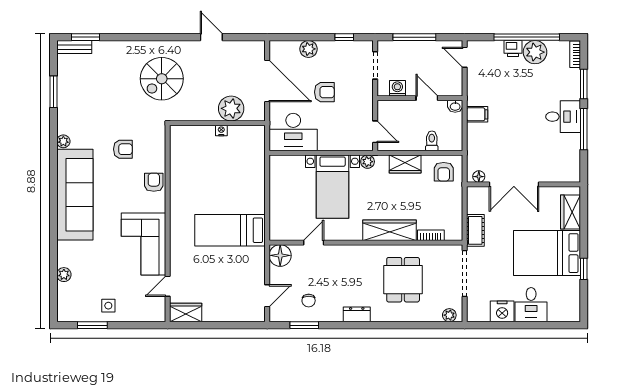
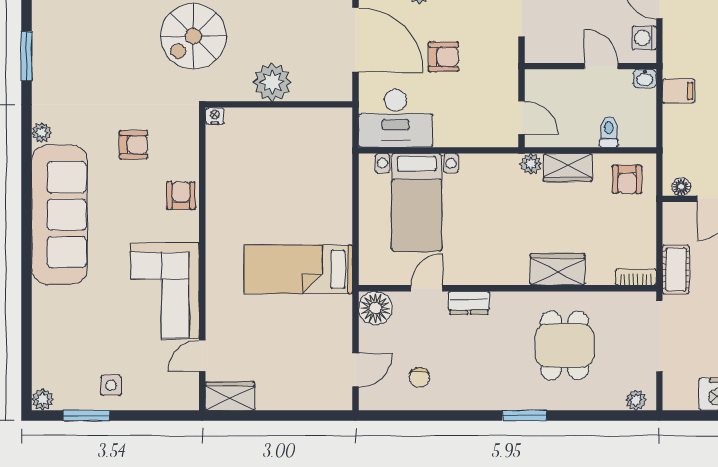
washing machine: (397, 88) -> (644, 38), moved, turned -90
plant: (231, 108) -> (272, 82), moved
nightstand: (221, 130) -> (215, 116), moved
plant: (368, 162) -> (531, 164), moved
bed with nightstands: (333, 187) -> (417, 202), moved
wardrobe: (390, 230) -> (557, 269), width x0.67
bookcase: (431, 235) -> (636, 277), moved
plant: (64, 275) -> (43, 399), moved
dresser: (357, 314) -> (469, 303), moved, turned 180
window: (304, 325) -> (524, 415), moved

